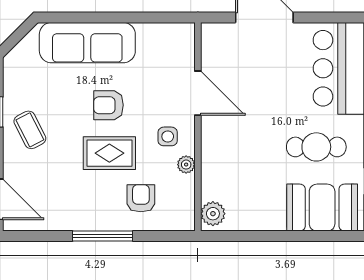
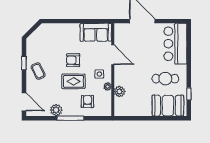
sofa: (87, 43) -> (96, 32), moved, width x0.73
plant: (213, 214) -> (119, 92), moved
plant: (70, 218) -> (56, 110), added

